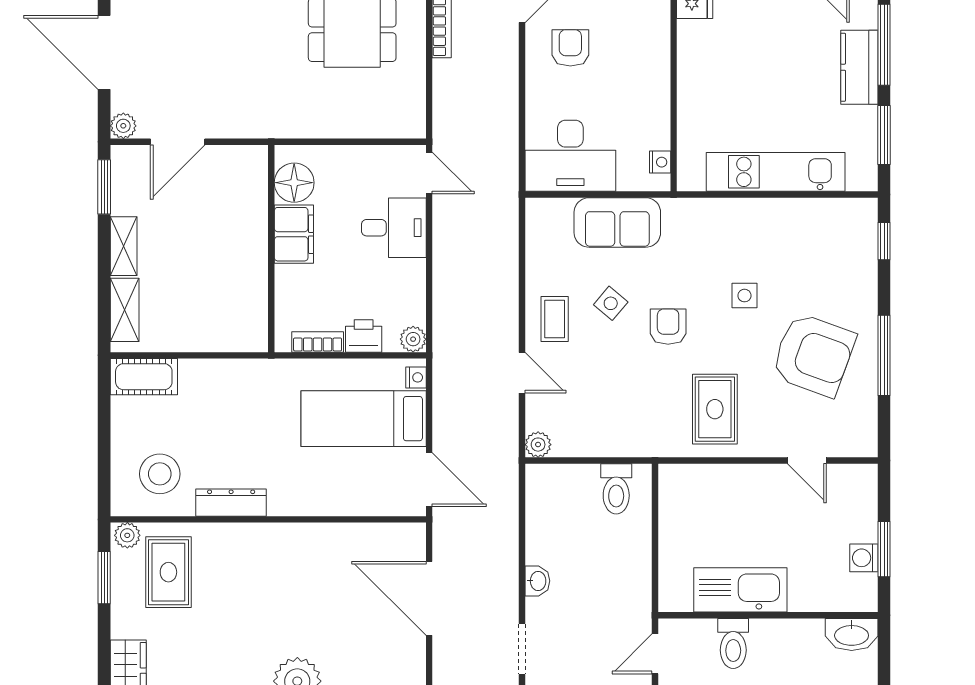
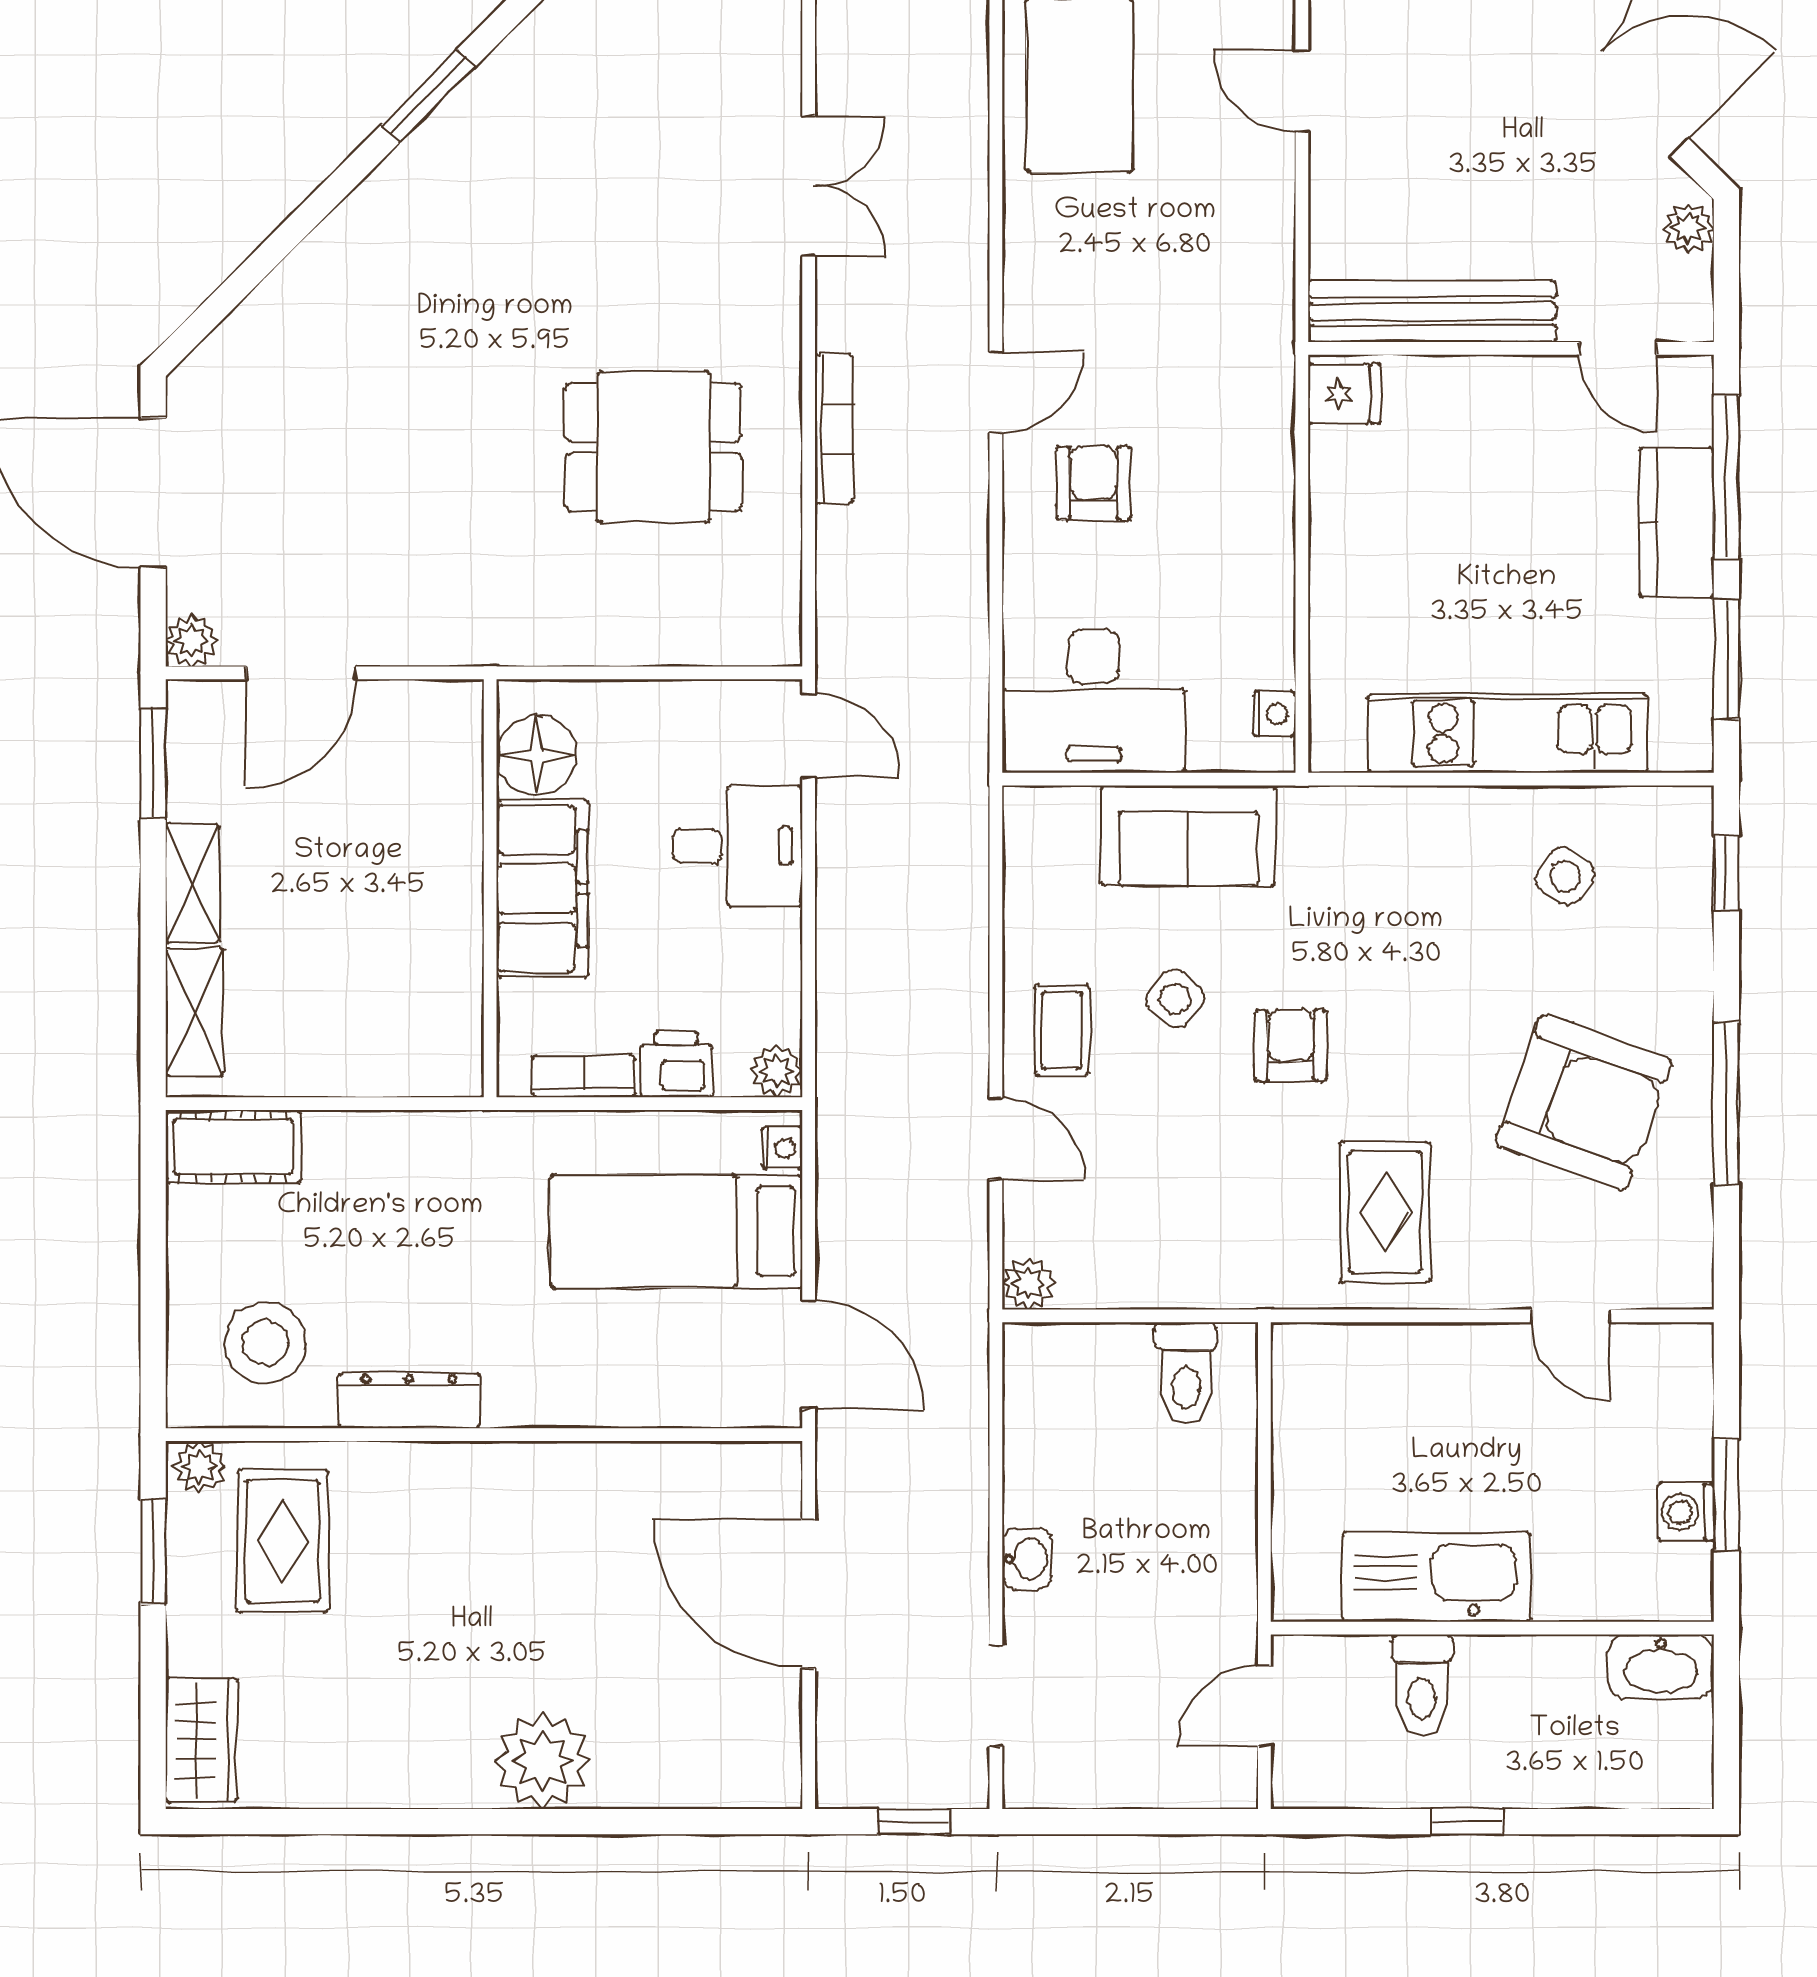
filing cabinet: (294, 234) -> (542, 889), width x1.50, depth x1.17
side table: (744, 296) -> (1565, 876), moved, turned 34

